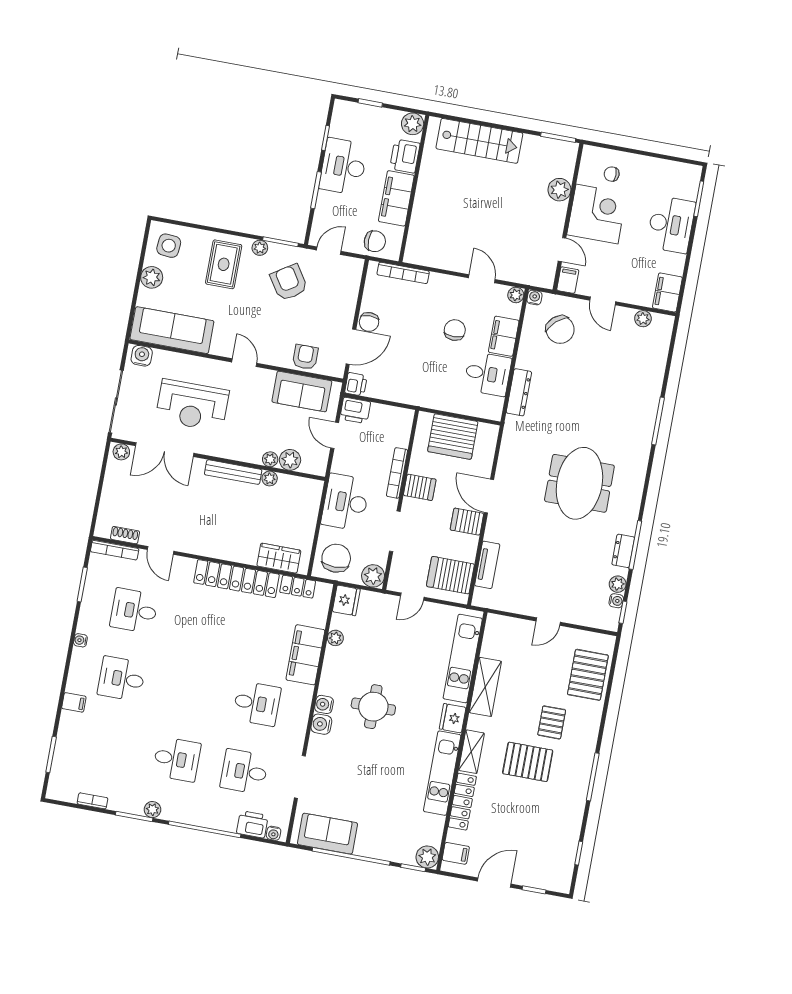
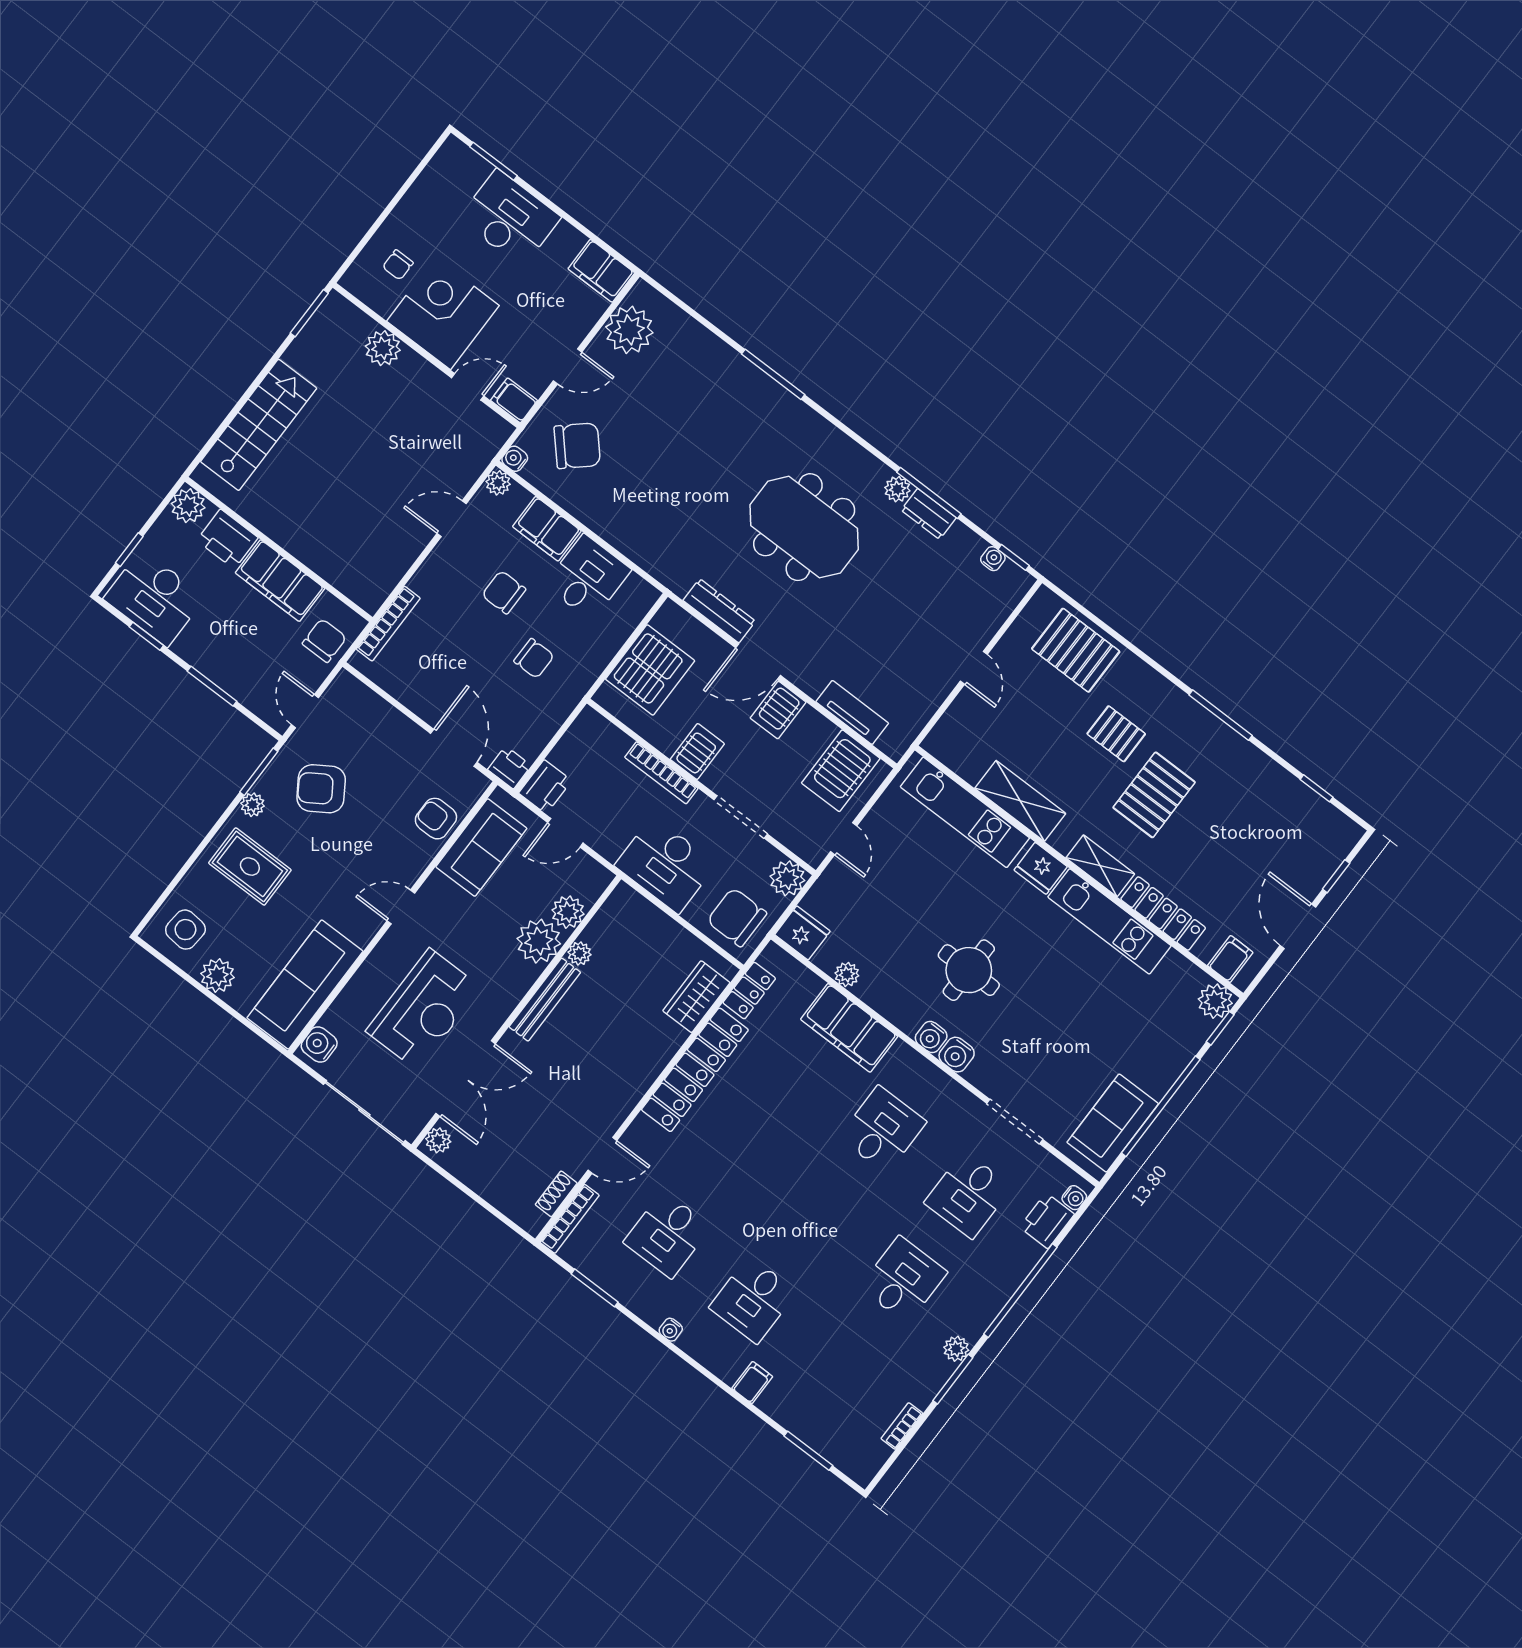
desk: (343, 166) -> (154, 598), moved
plant: (643, 319) -> (629, 330), width x1.87, depth x1.87
chair: (369, 322) -> (534, 658), moved
dresser: (519, 392) -> (719, 611), moved
plant: (270, 459) -> (539, 941), width x1.87, depth x1.87
plant: (618, 584) -> (897, 489), moved

